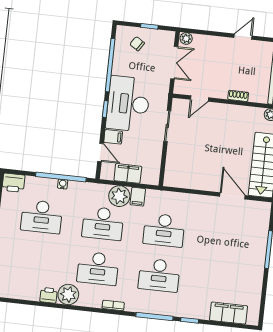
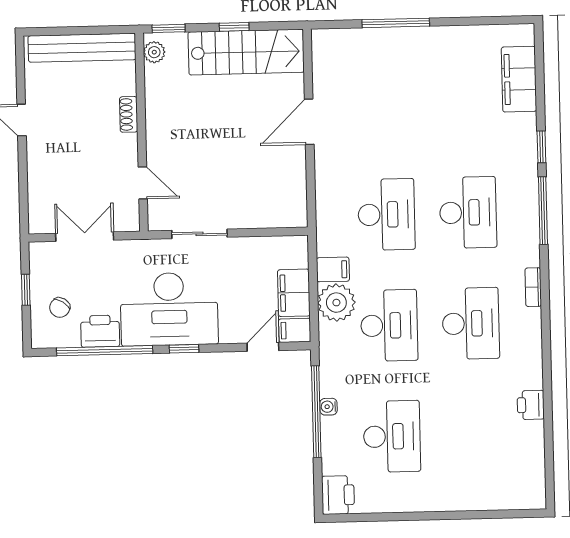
plant: (186, 38) -> (39, 221), removed
printer: (121, 64) -> (100, 331), added
filing cabinet: (113, 137) -> (295, 330), moved, turned -90
door: (232, 196) -> (309, 122), moved
plant: (68, 294) -> (525, 370), removed

